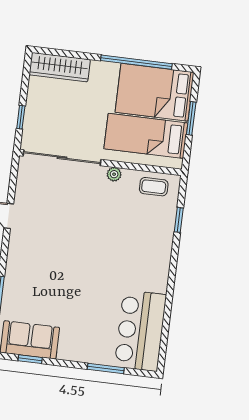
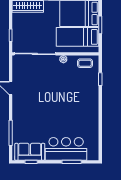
bar counter: (140, 331) -> (66, 149), moved, turned 90

